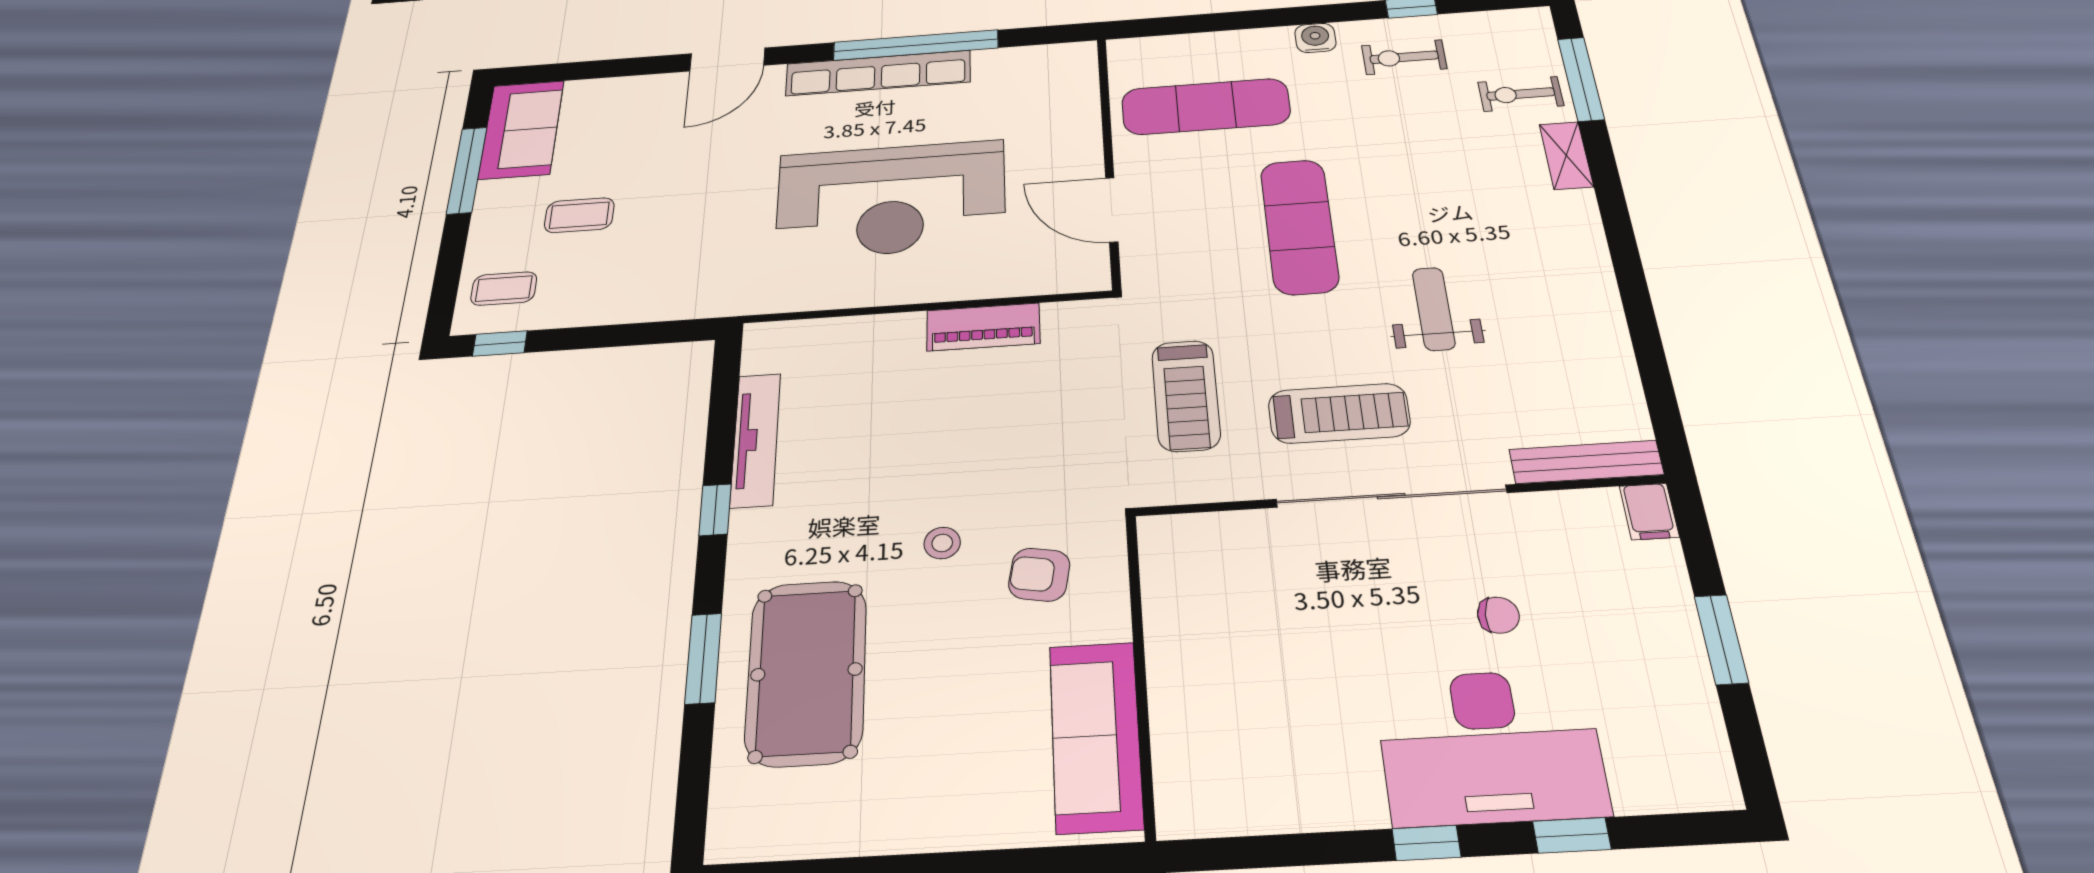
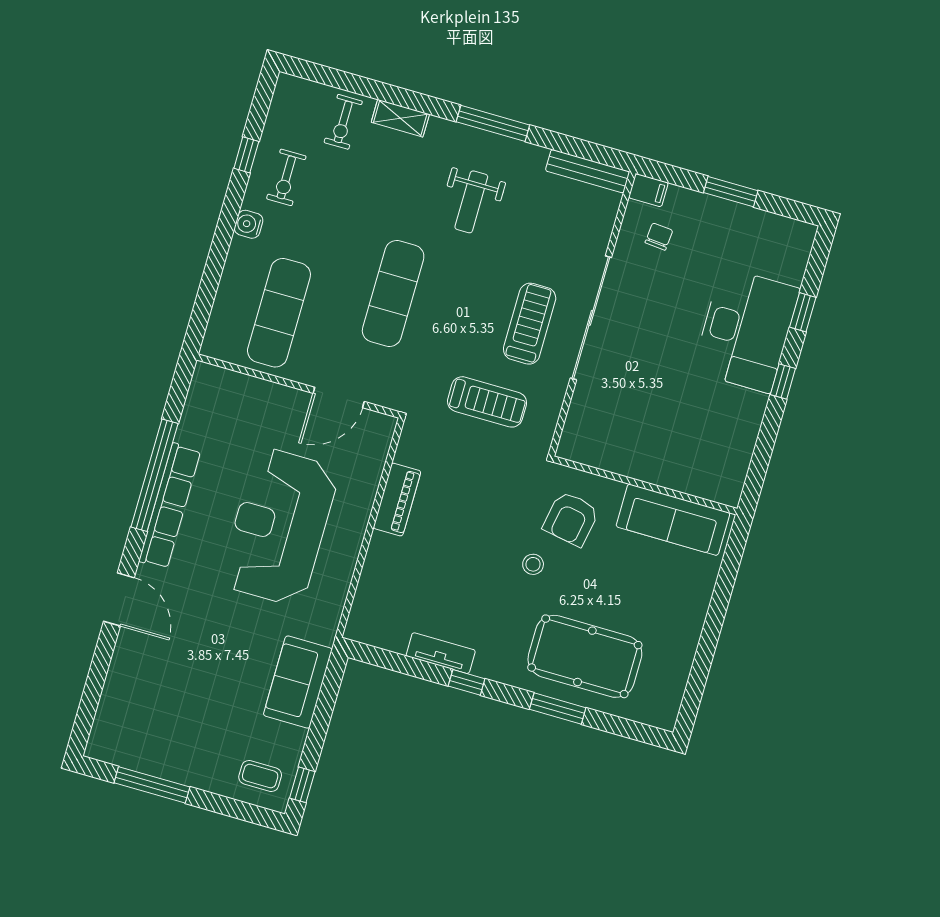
window: (1581, 79) -> (493, 123), moved
sofa: (521, 130) -> (298, 682), moved, turned -90
reception desk: (891, 199) -> (279, 527), turned 180
coffee table: (579, 215) -> (218, 720), removed
exercise mat: (1299, 226) -> (393, 294), turned 90
coffee table: (504, 289) -> (260, 776), turned 90
weight bench: (1434, 309) -> (471, 202), moved, turned -90
tv unit: (756, 440) -> (441, 653), width x0.71
bench: (1586, 462) -> (588, 171), moved, turned 90
armchair: (1039, 575) -> (571, 519), width x1.38, depth x1.38
chair: (1498, 615) -> (659, 237), moved

